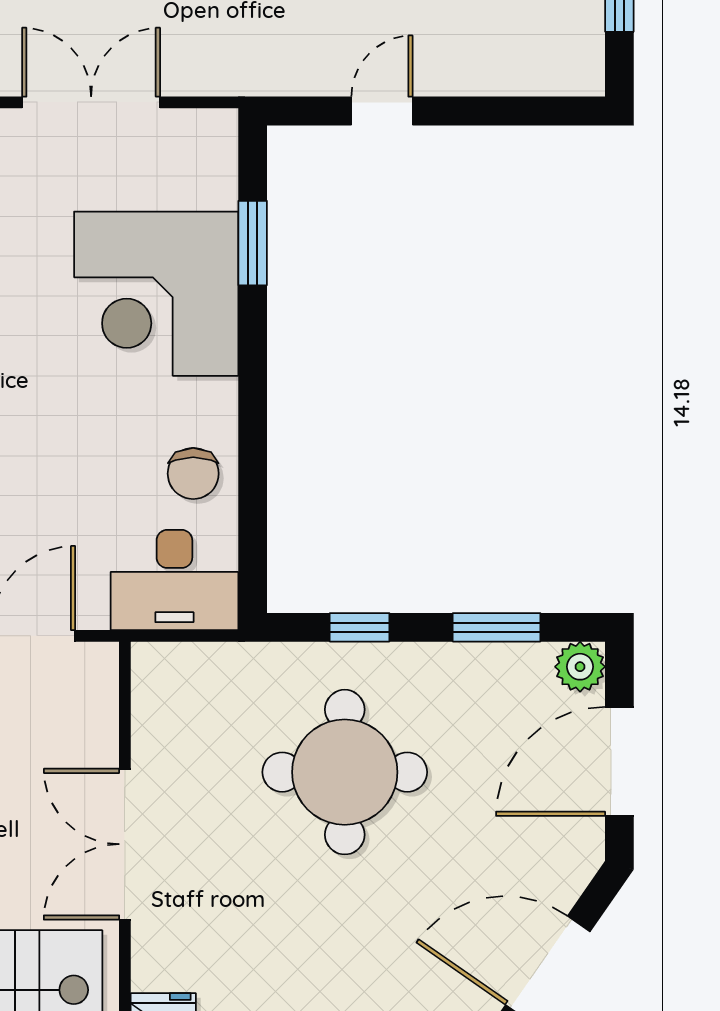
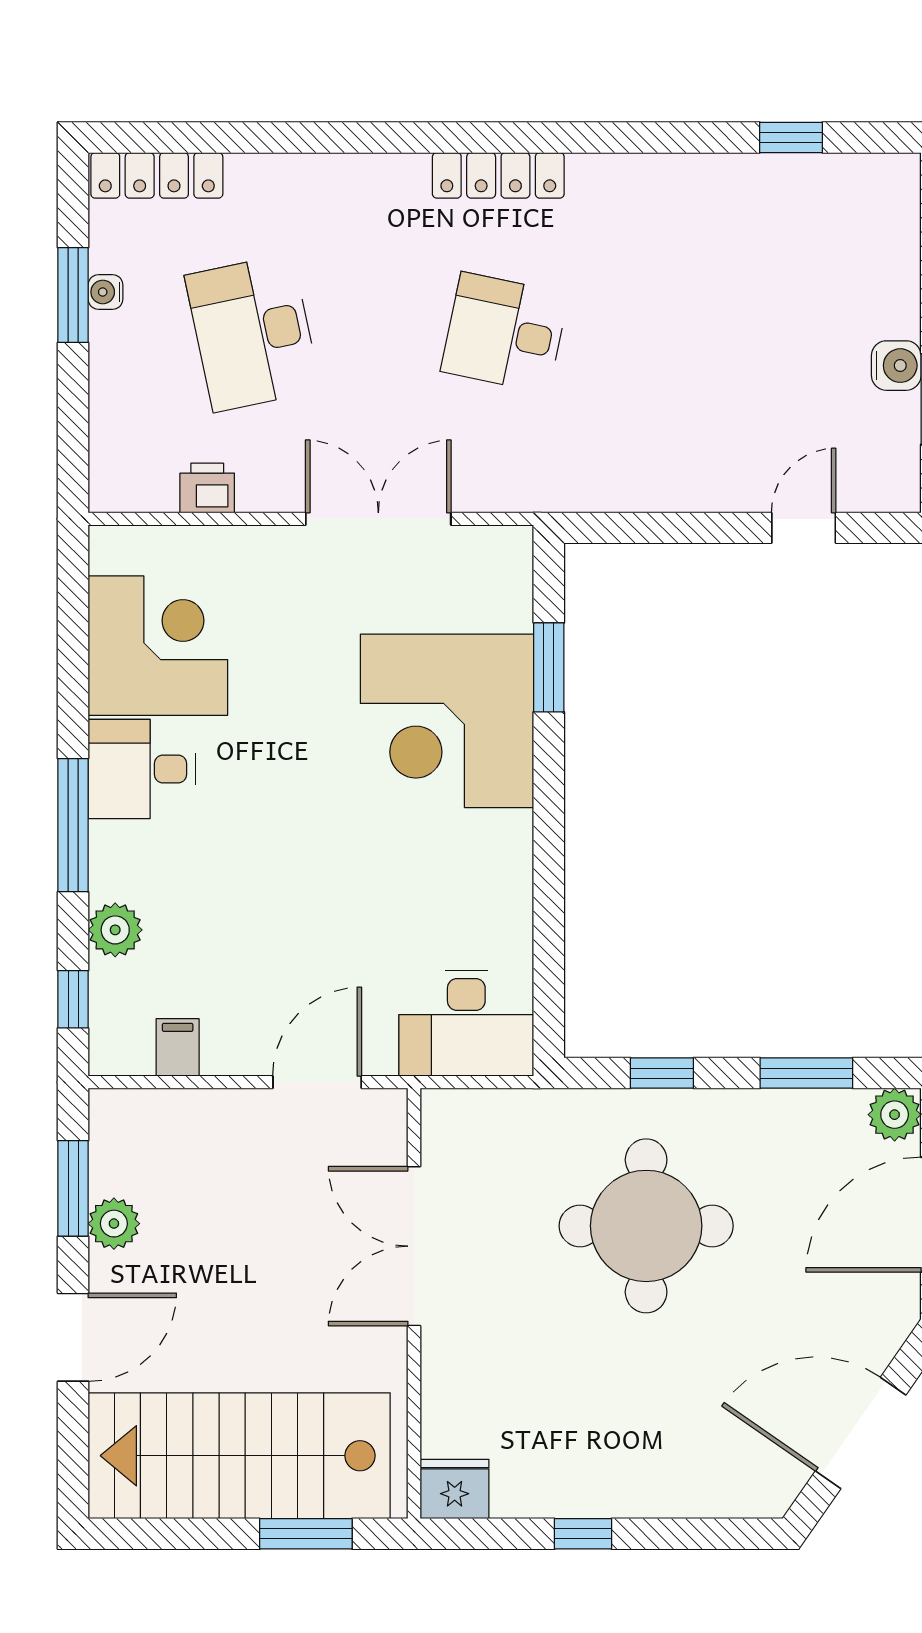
door: (382, 111) -> (804, 528), moved
chair: (193, 474) -> (486, 911), removed
double door: (125, 844) -> (414, 1246), moved

